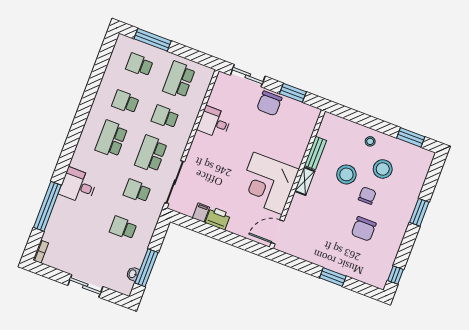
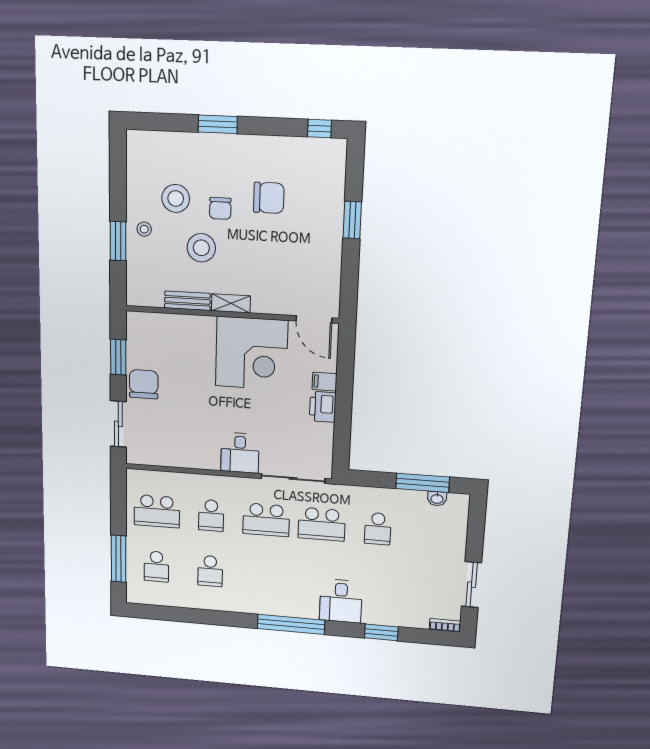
chair: (269, 103) -> (144, 384), turned -90
desk: (214, 122) -> (240, 453), moved
window: (411, 137) -> (118, 241), moved
school desk: (111, 139) -> (264, 576), removed
window: (70, 145) -> (291, 624), added
school desk: (137, 191) -> (322, 524), width x1.85
chair: (367, 196) -> (220, 208), turned -90
window: (47, 206) -> (381, 632), width x0.47
filing cabinet: (201, 213) -> (325, 382), moved
sliding door: (85, 286) -> (472, 585), moved

